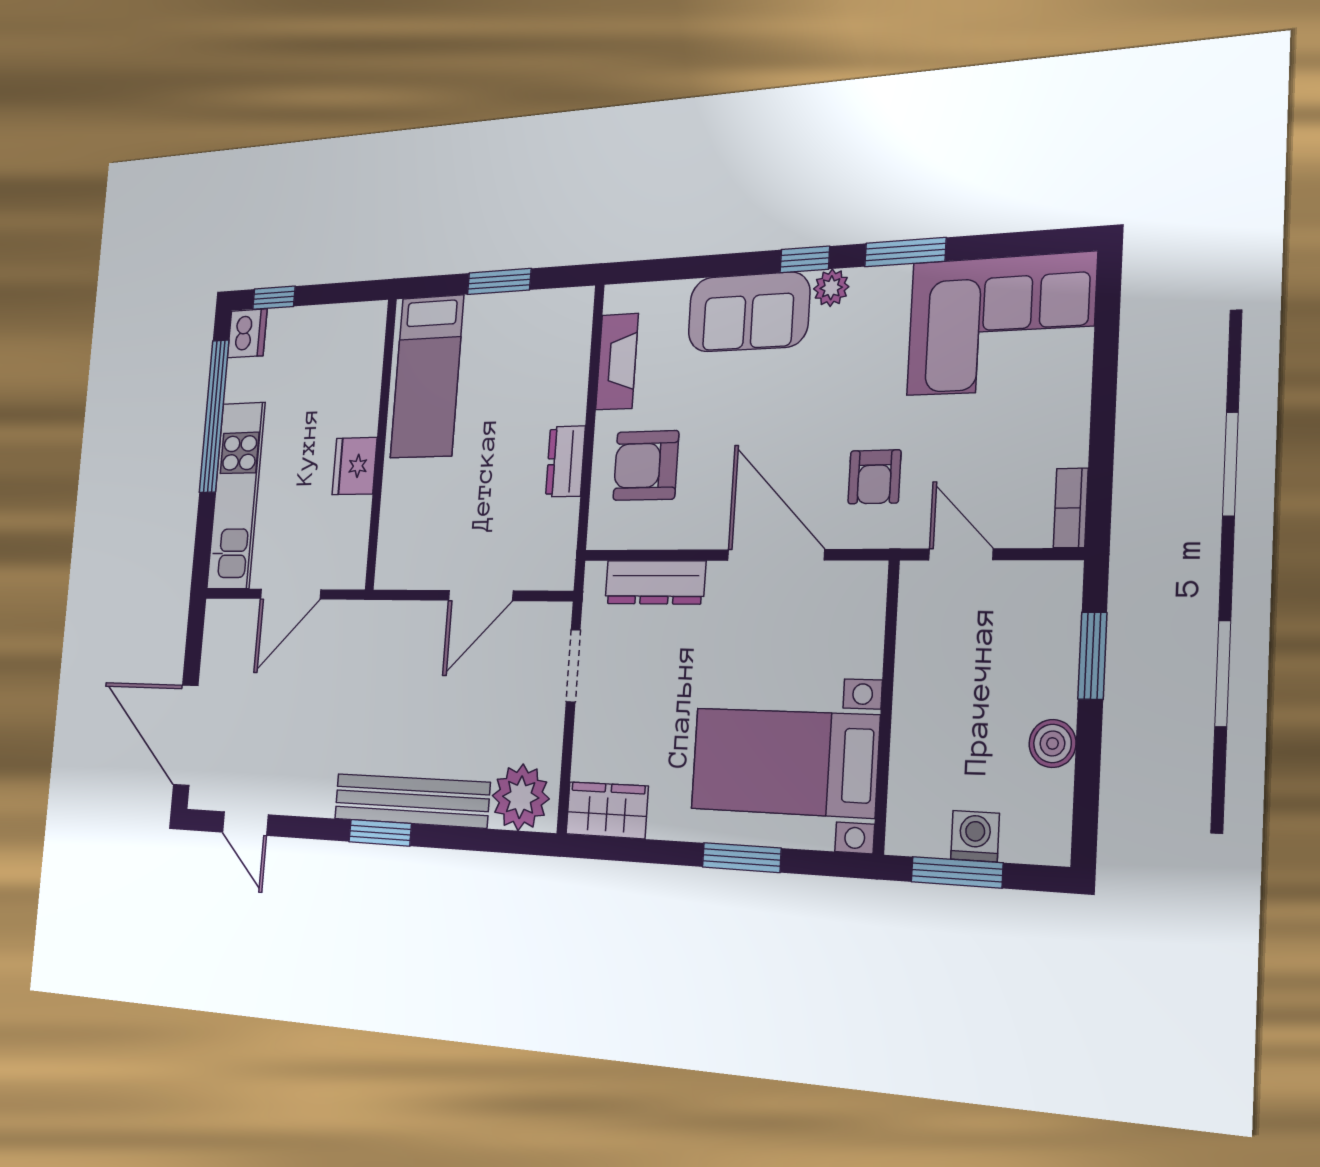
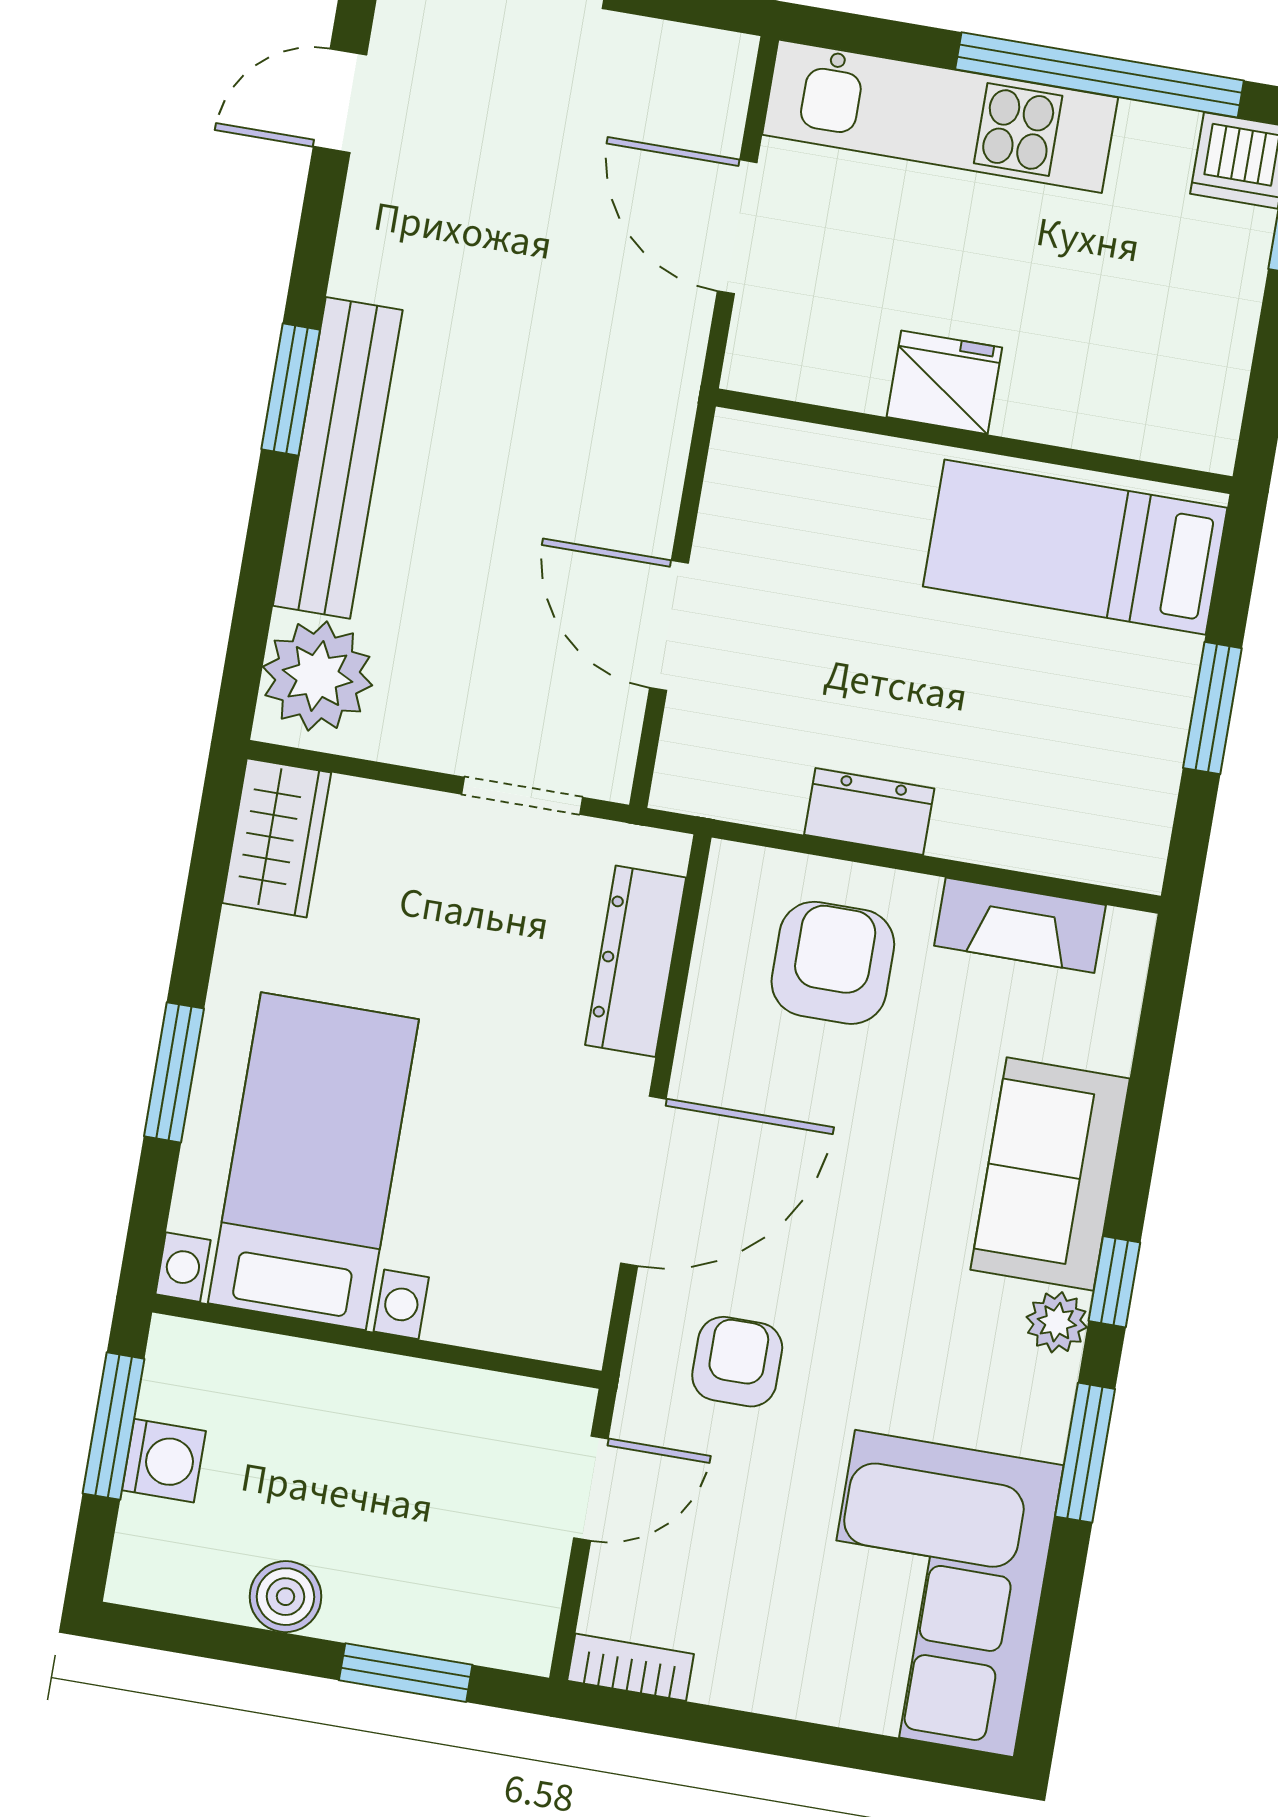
armchair: (874, 477) -> (737, 1362), turned 90

